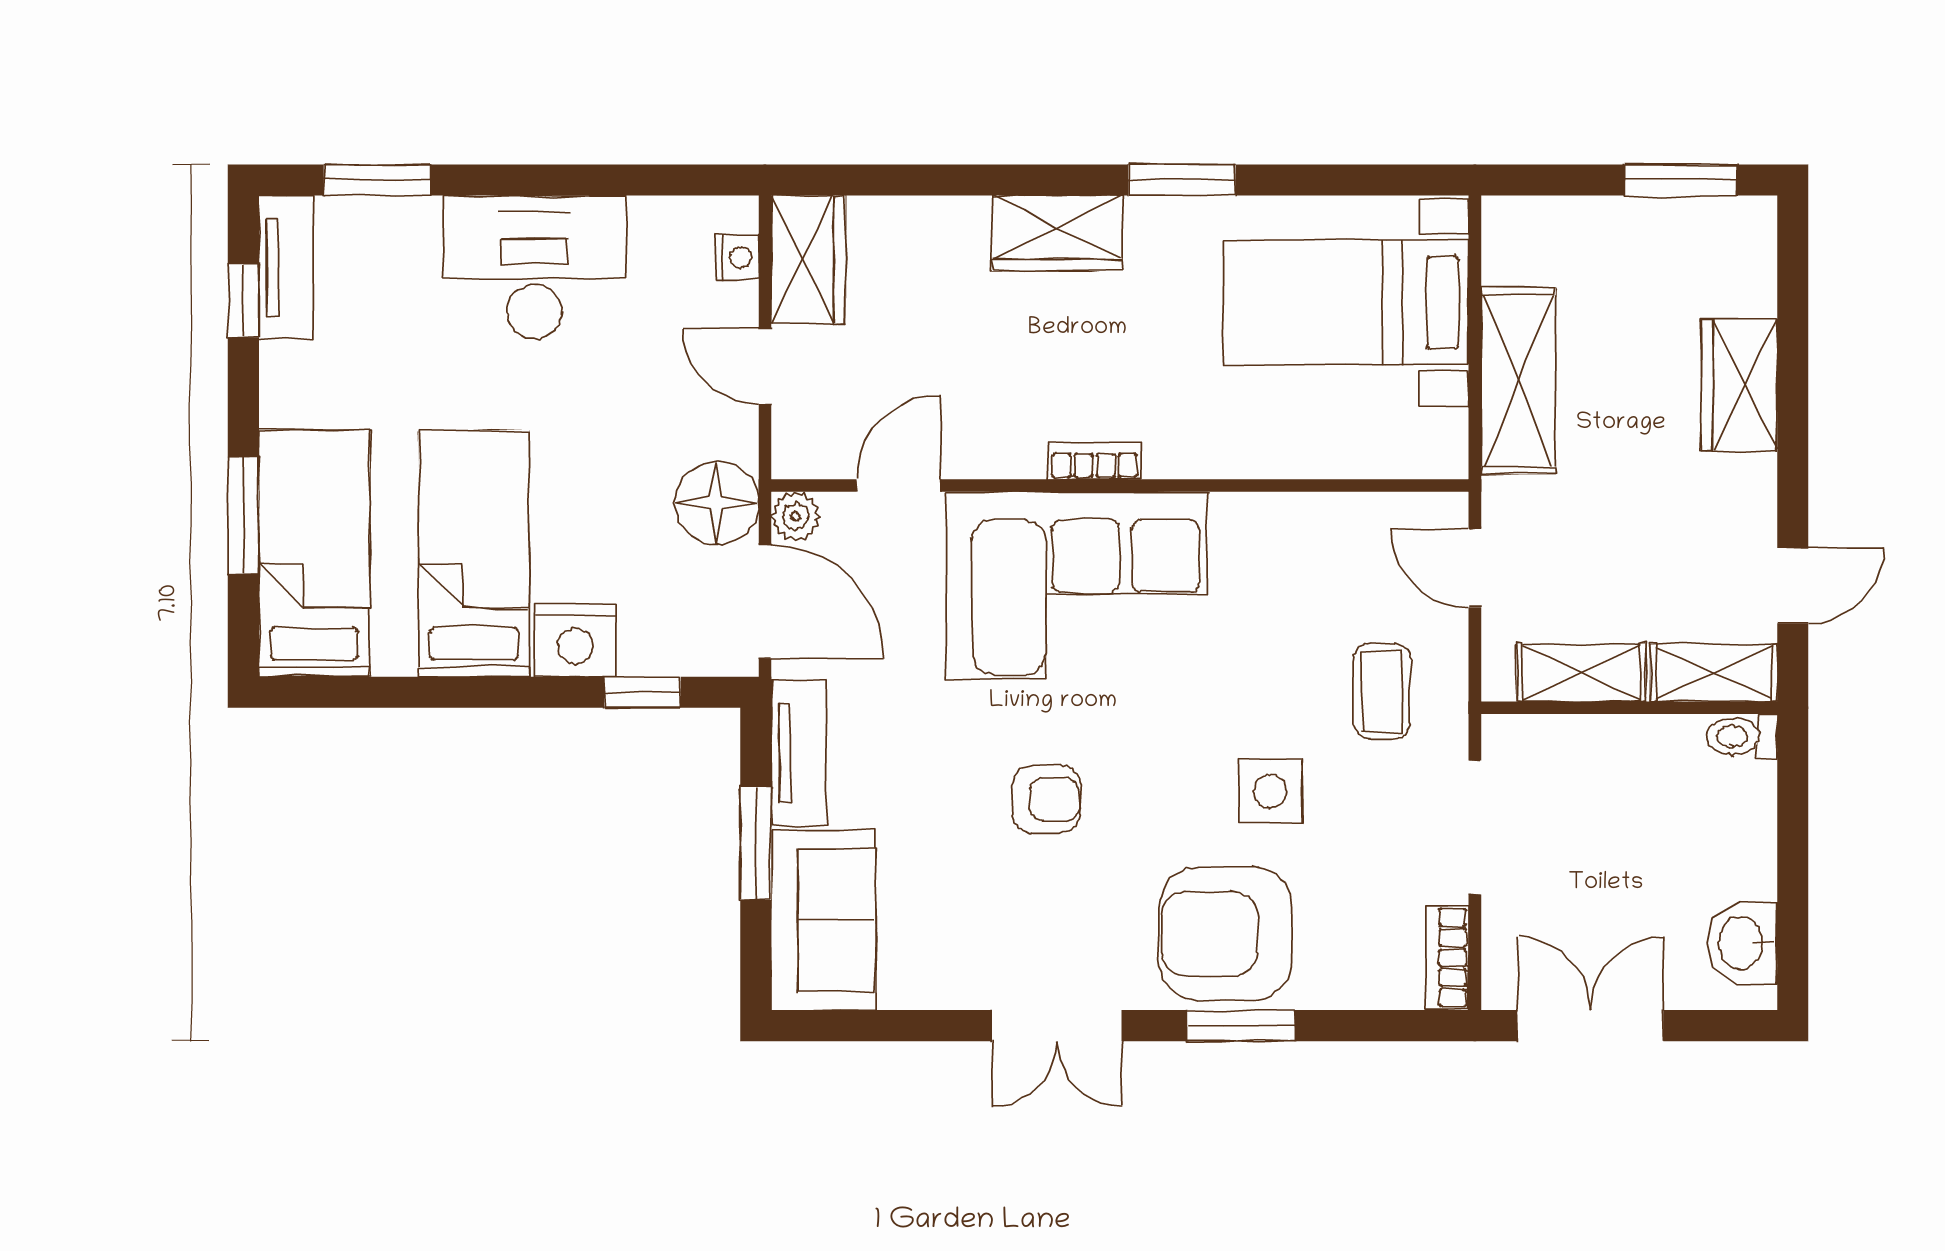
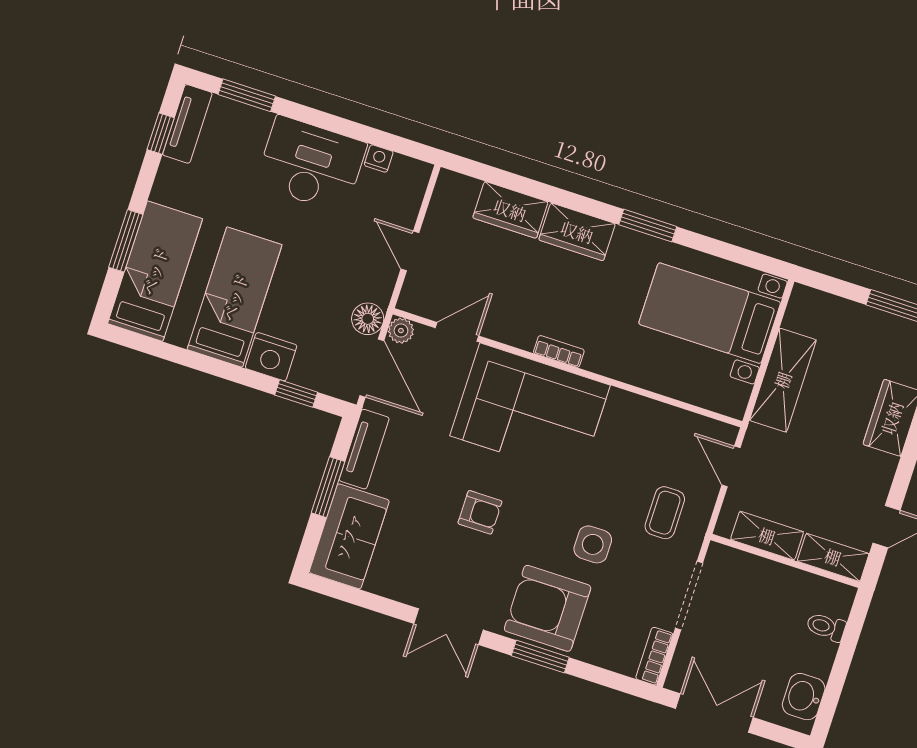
nightstand: (737, 257) -> (379, 158), moved, turned -90
wardrobe: (808, 259) -> (510, 210), moved, turned 90
floor lamp: (717, 503) -> (368, 319), width x0.73, depth x0.73
toilet: (1742, 737) -> (826, 627), moved

